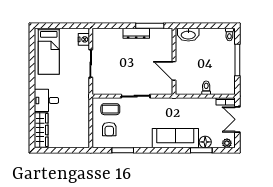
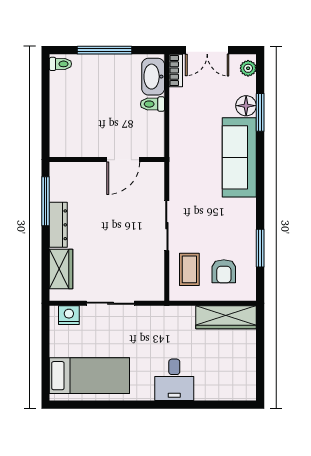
wardrobe: (111, 35) -> (61, 269), added
washbasin: (188, 35) -> (153, 77), moved, turned 180
armchair: (109, 129) -> (224, 271), turned 90
wardrobe: (41, 130) -> (226, 317), moved, turned 180

